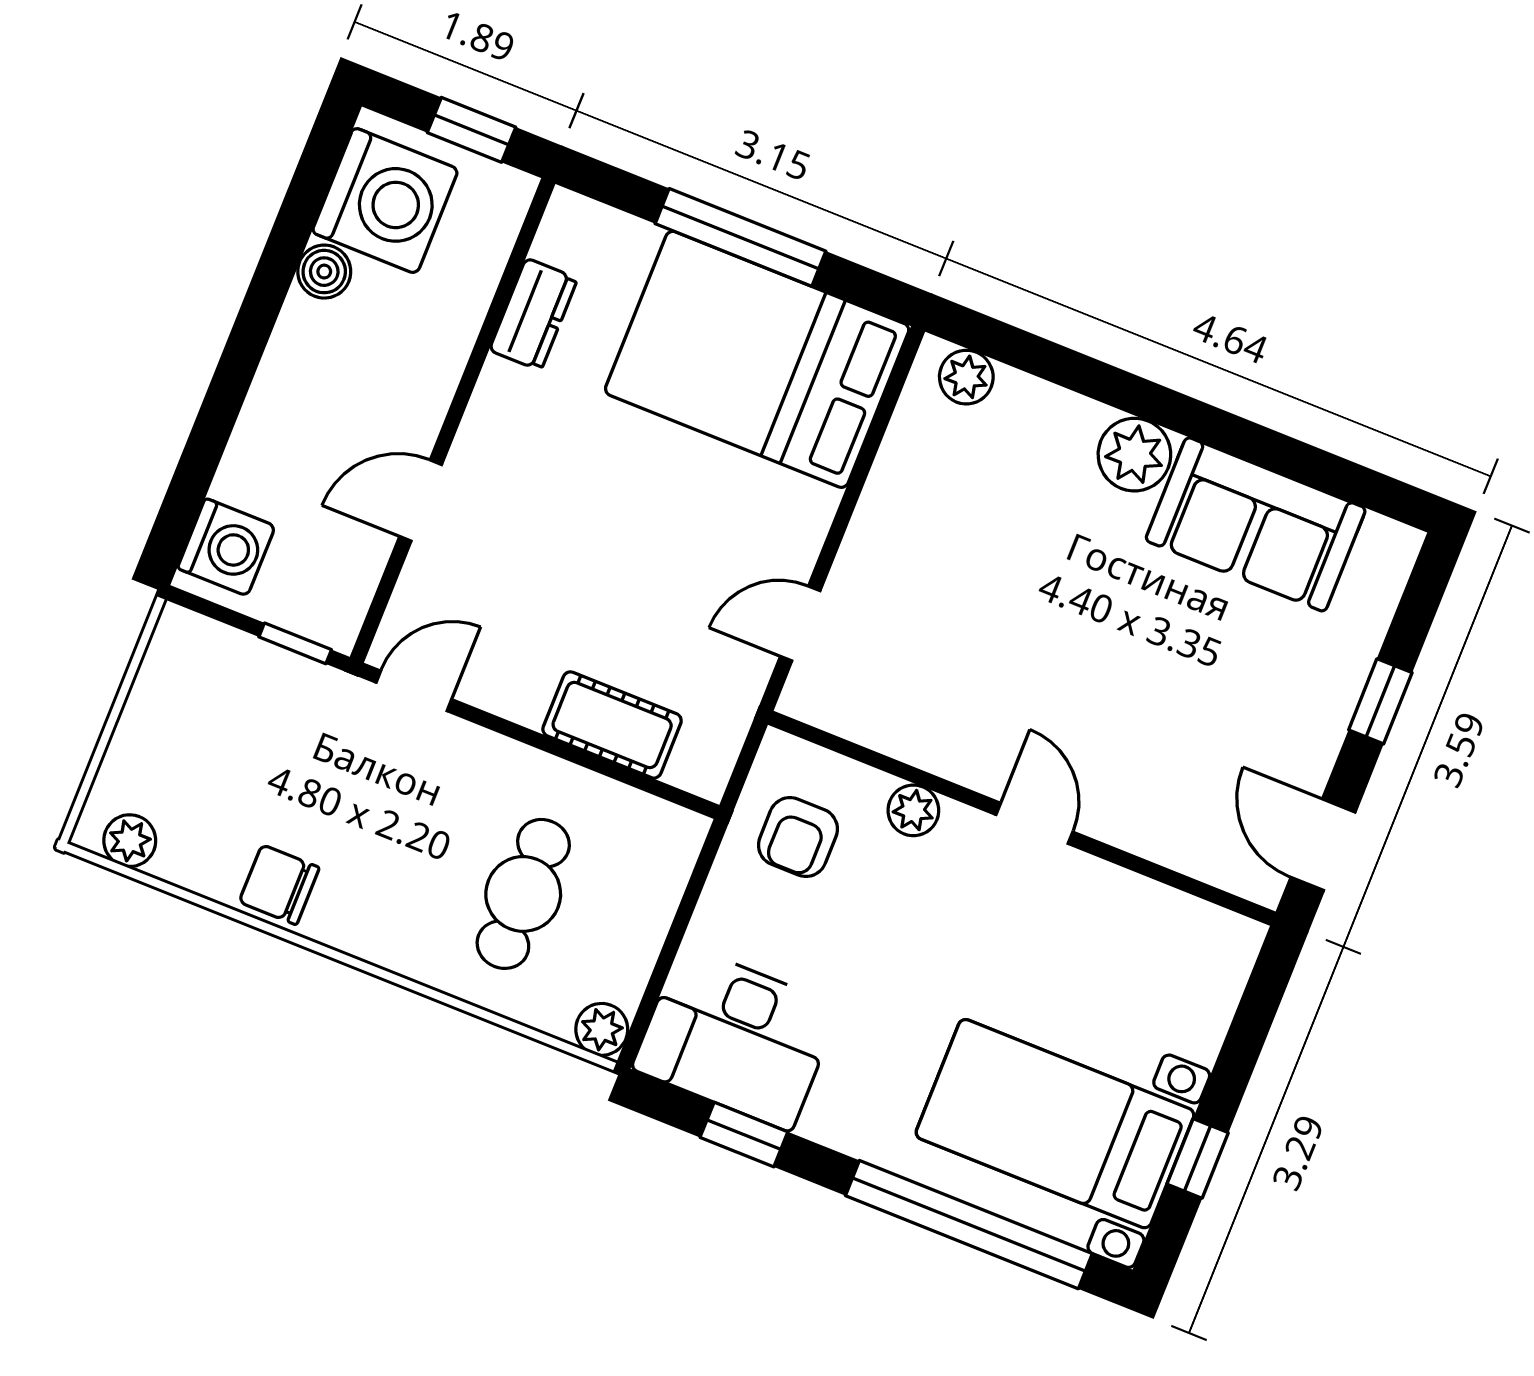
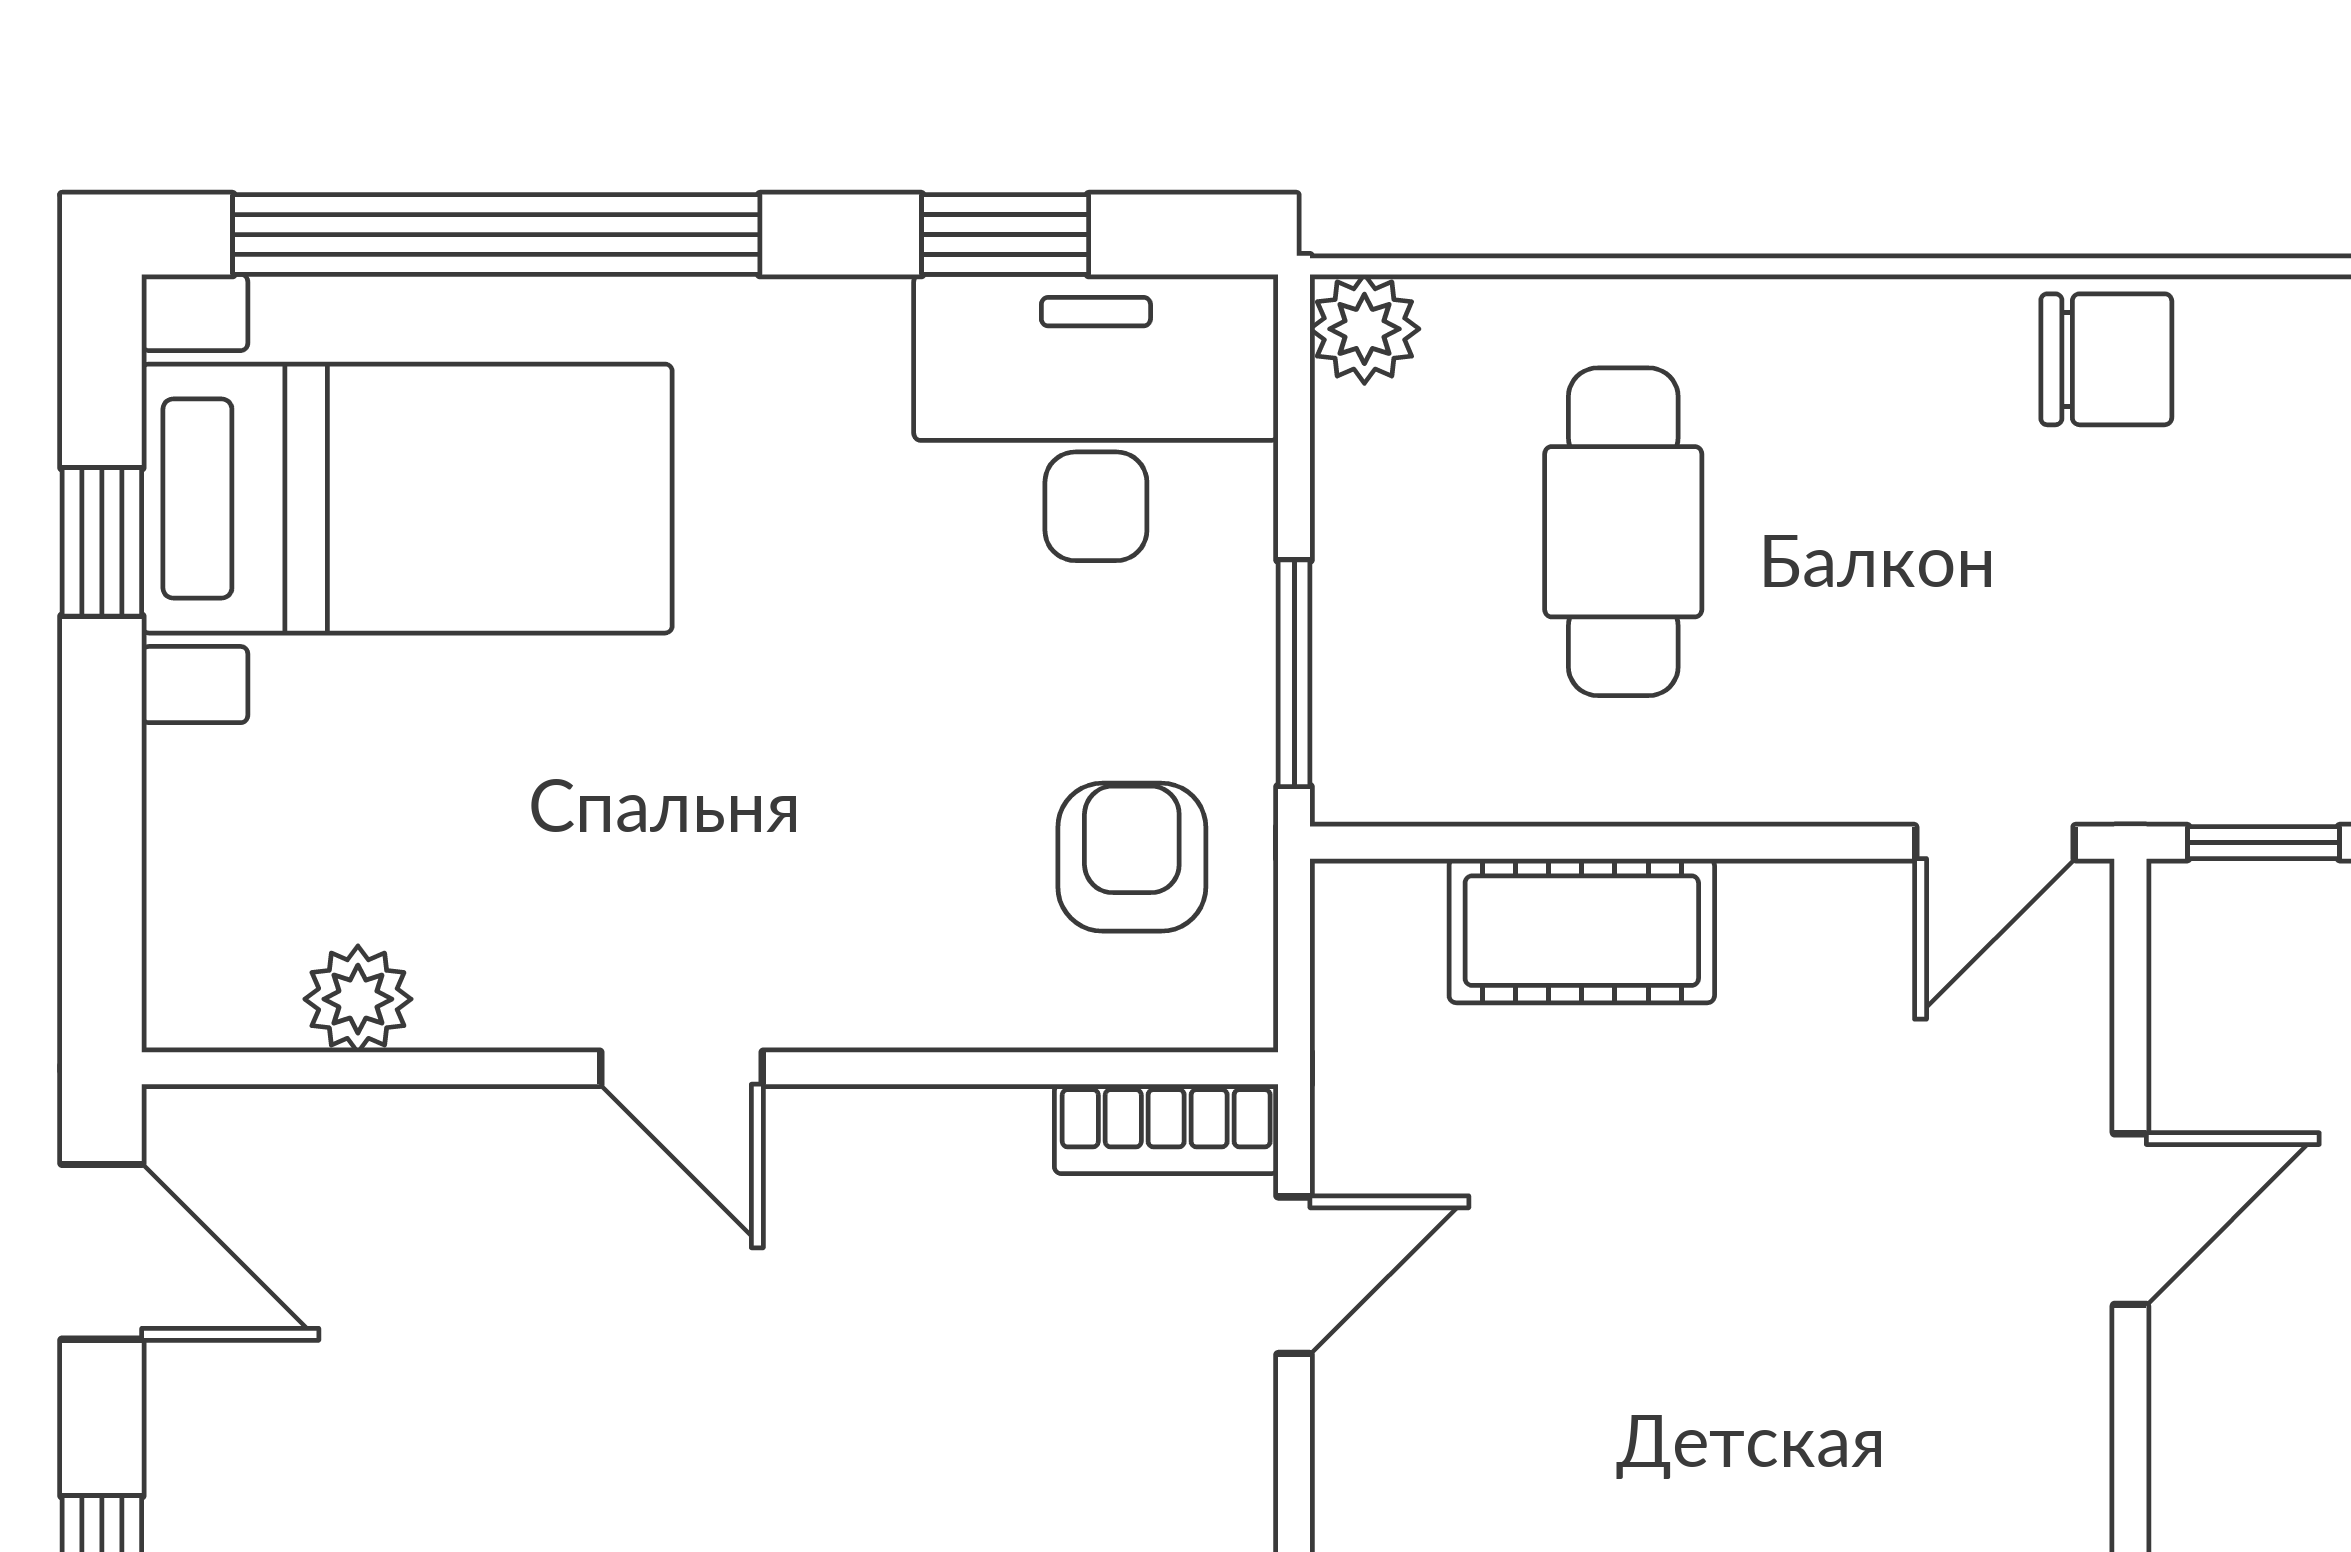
bookcase: (831, 711) -> (1166, 1129), added
plant: (913, 810) -> (358, 999), moved
window: (694, 890) -> (1294, 673), added

